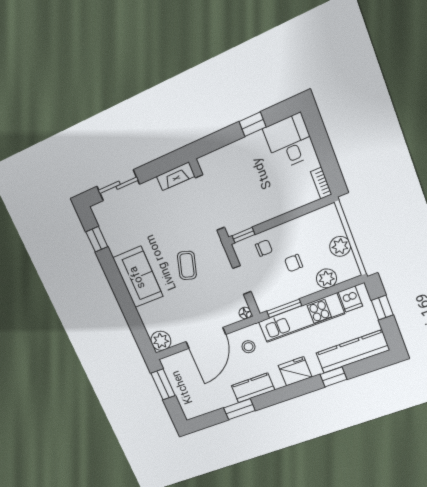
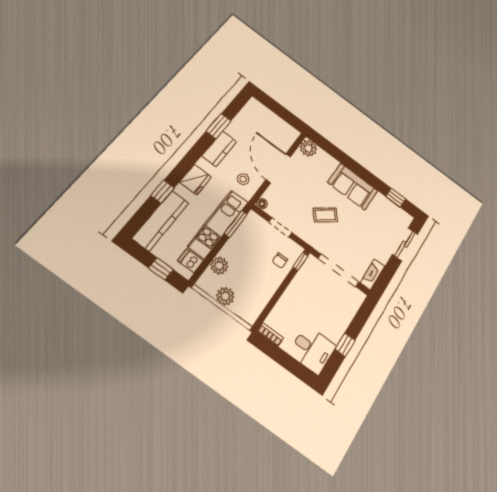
chair: (294, 263) -> (251, 263), removed
coffee table: (187, 265) -> (325, 215), turned -56
window: (163, 384) -> (286, 116), removed

